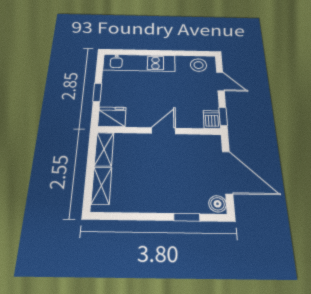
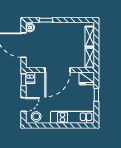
door: (220, 81) -> (23, 105), swing flipped
door: (163, 131) -> (58, 70), width x1.87

